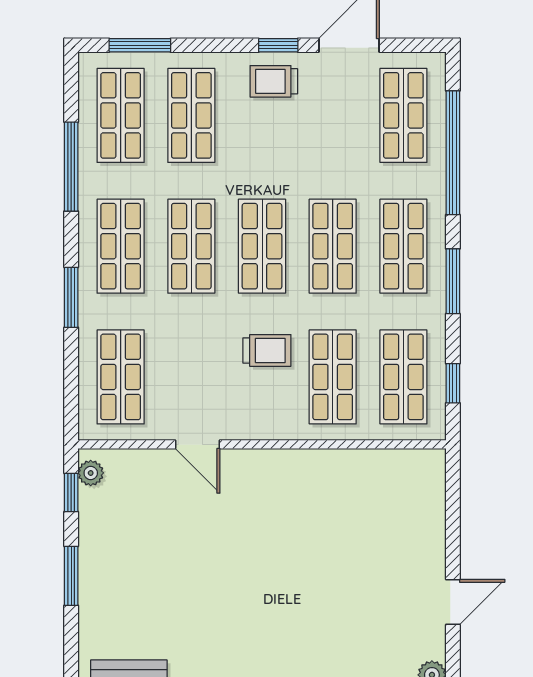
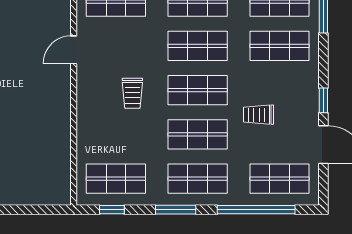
trolley: (274, 81) -> (259, 115), moved, turned -90
shop shelf: (333, 377) -> (116, 134), removed

